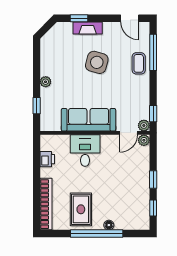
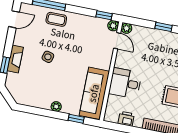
side table: (97, 62) -> (48, 57), width x0.54, depth x0.54
sofa: (88, 120) -> (94, 93), moved

